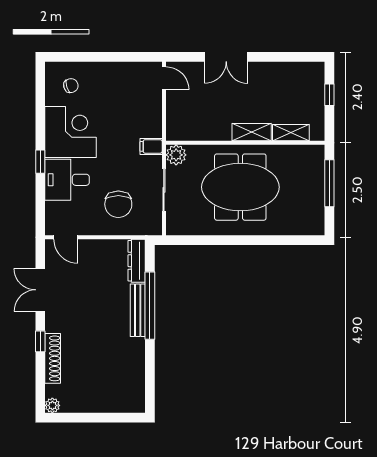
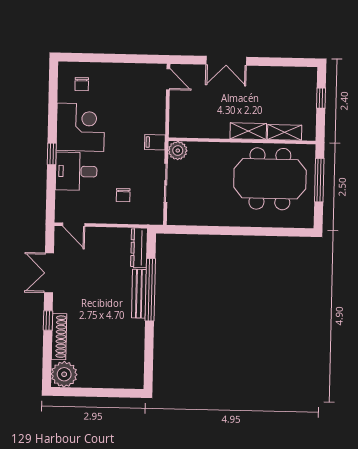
chair: (71, 86) -> (82, 84), turned 107
meeting table: (240, 187) -> (270, 179), moved
chair: (118, 204) -> (123, 195), width x0.54, depth x0.54
plant: (52, 405) -> (64, 374), width x1.87, depth x1.87

